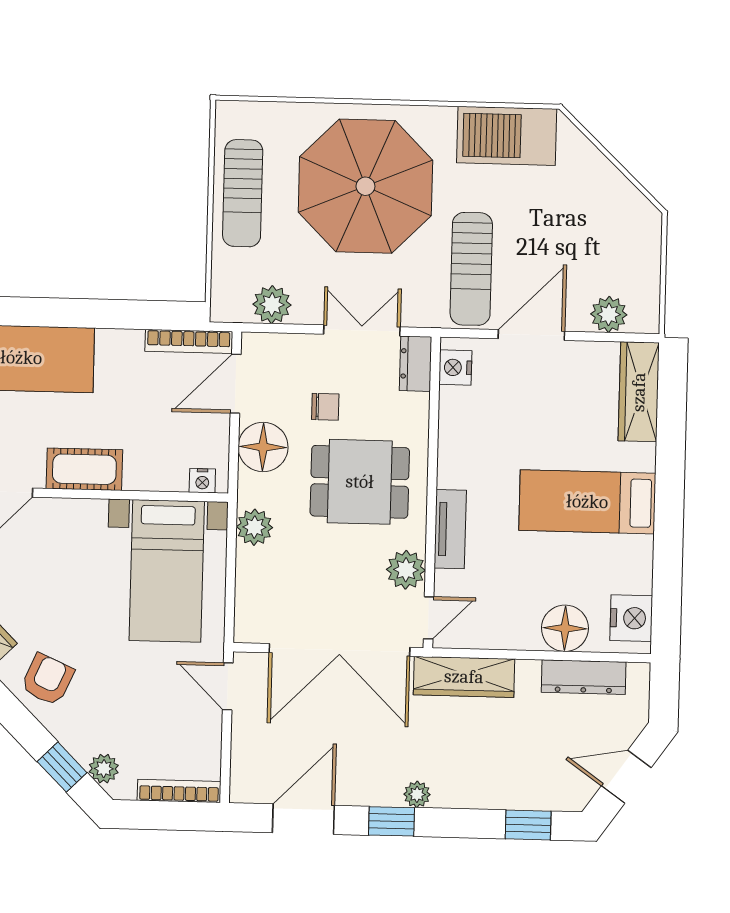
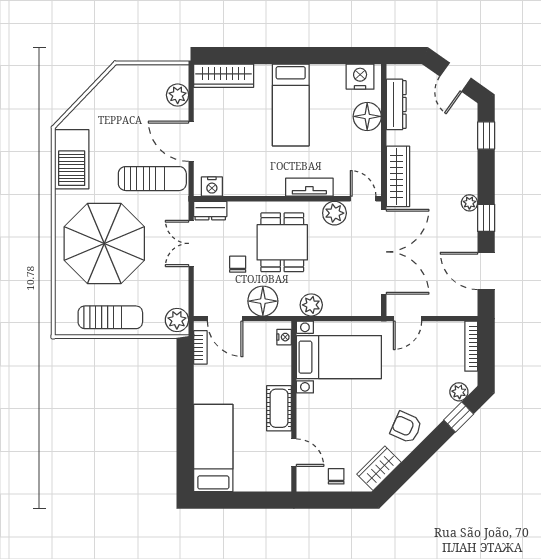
plant: (272, 305) -> (177, 320), moved
bookcase: (189, 341) -> (200, 347), width x0.64

